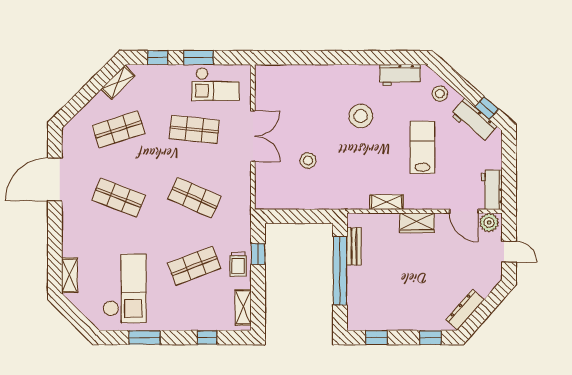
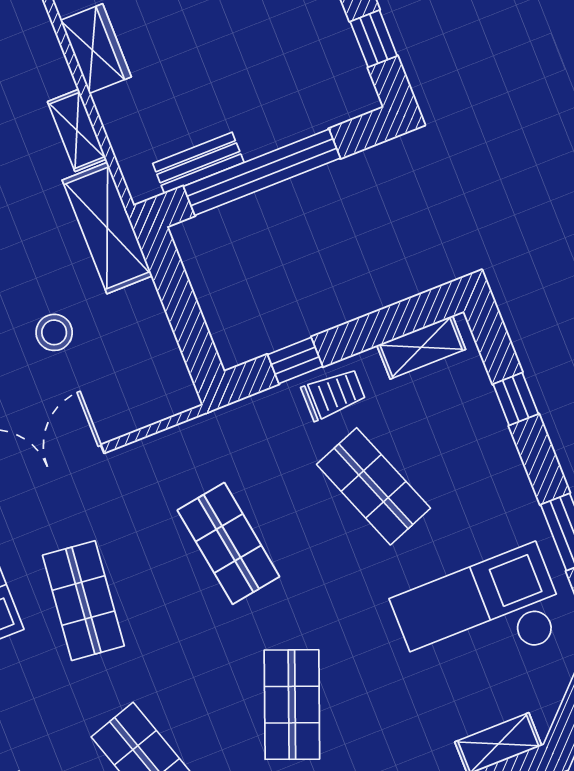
shop shelf: (194, 198) -> (228, 543), turned -33
shelving: (342, 199) -> (107, 228), added

